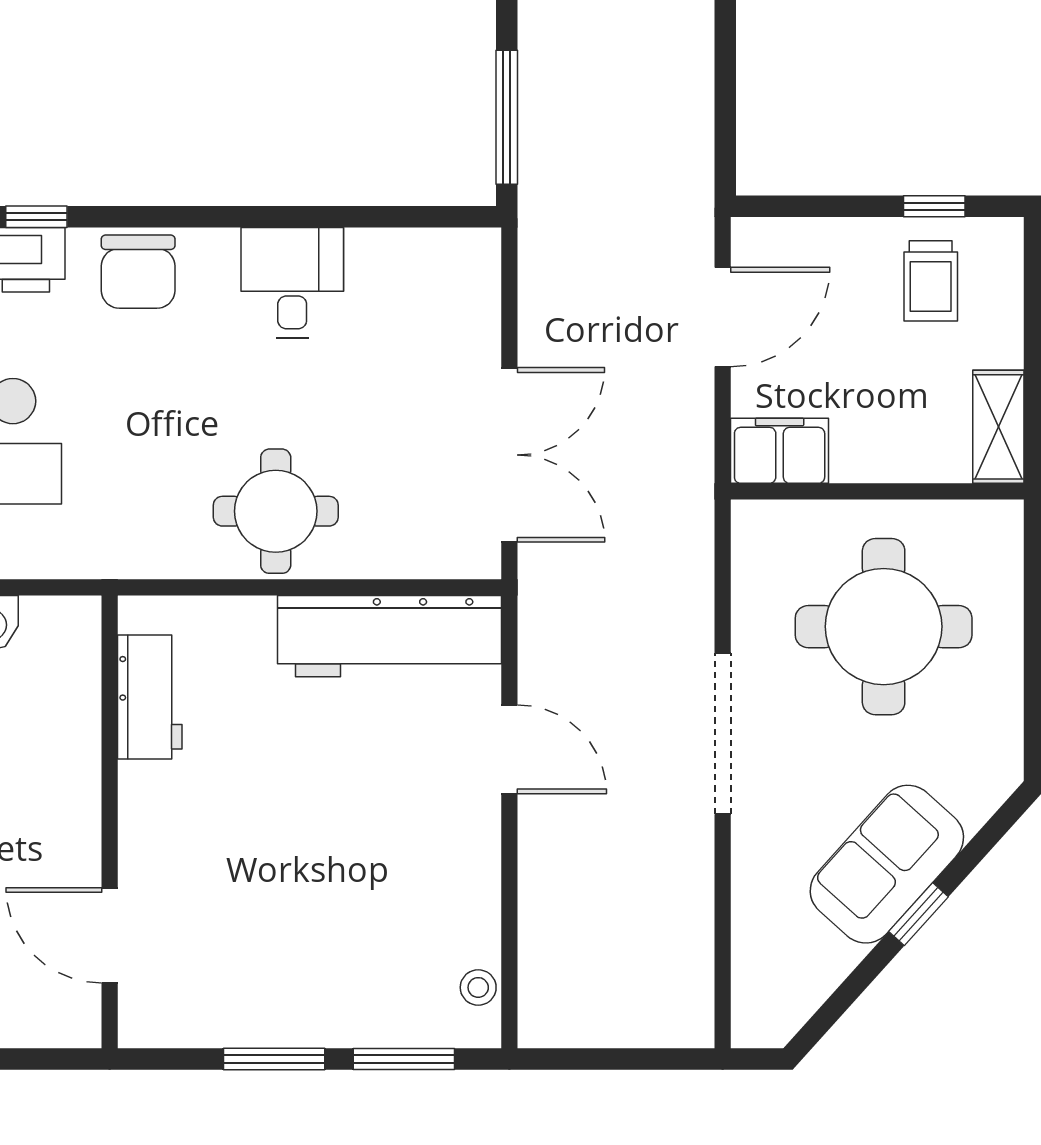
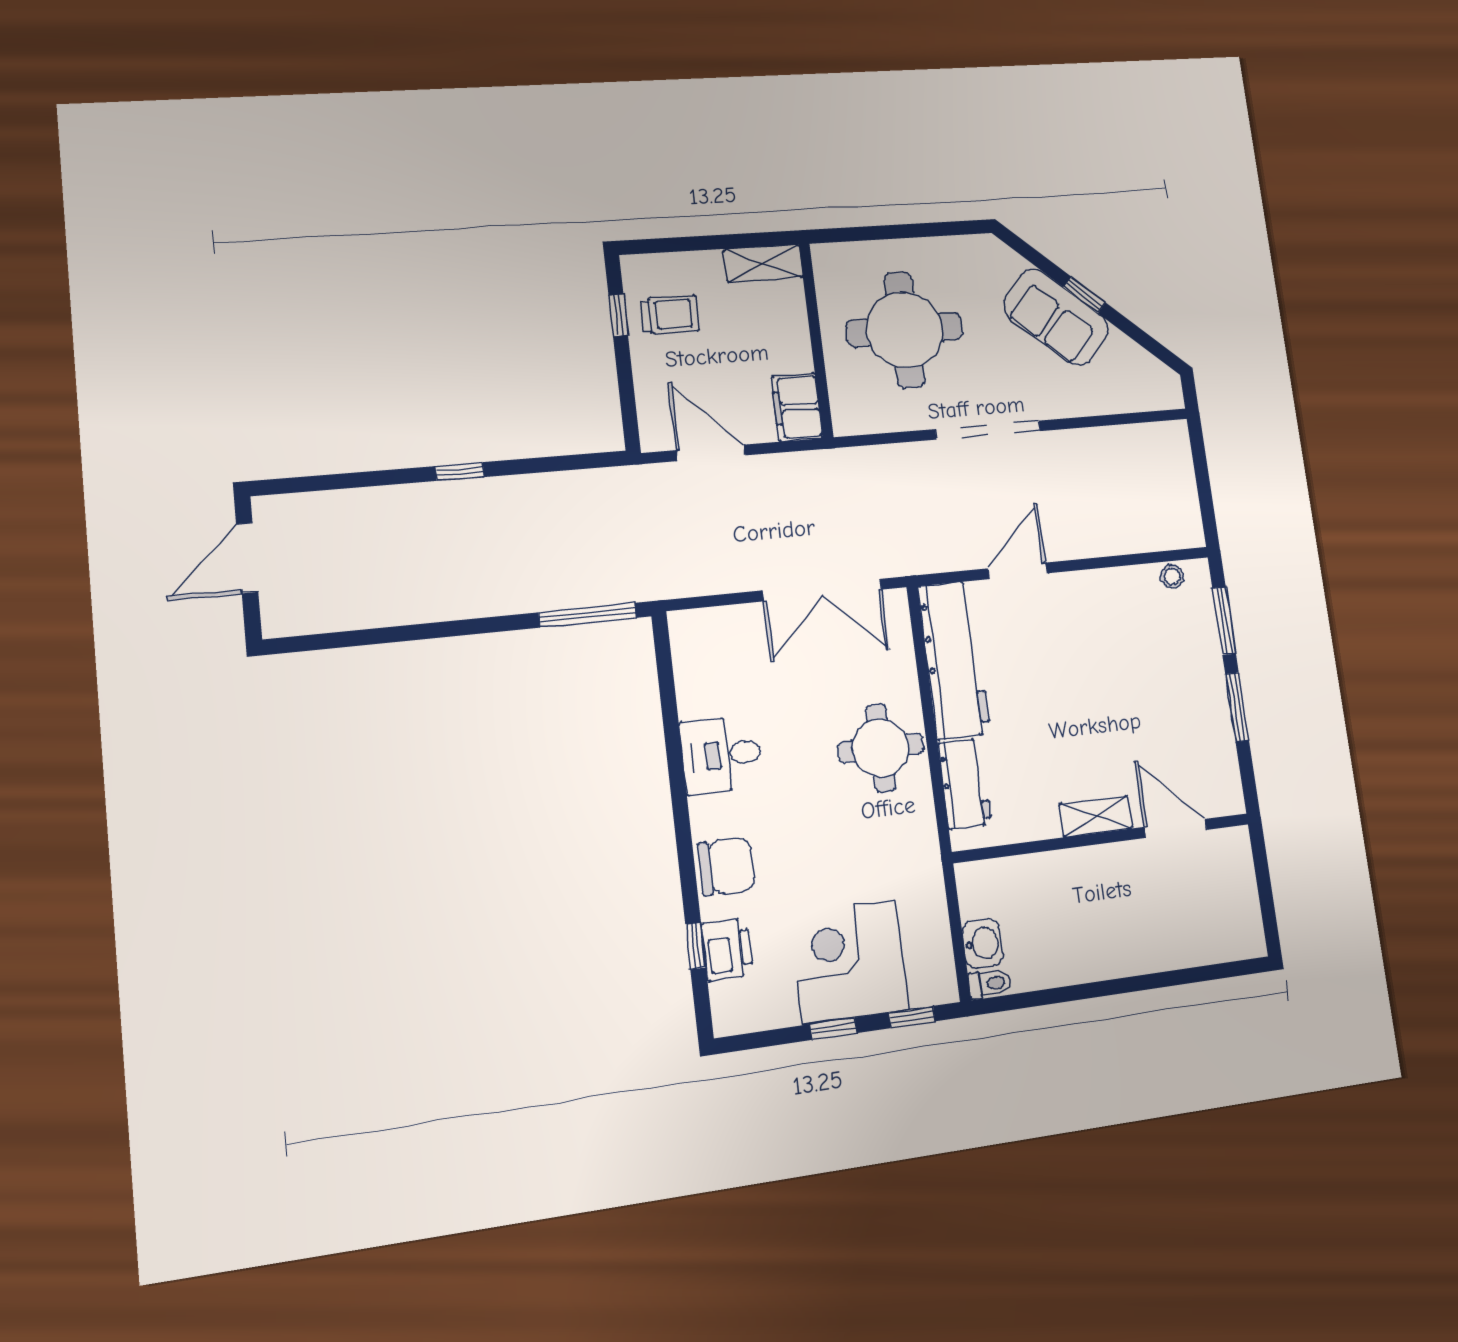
double door: (509, 455) -> (822, 590), swing flipped
workbench: (150, 697) -> (965, 784), moved, turned 90
shelving: (141, 816) -> (1096, 816), added
door: (110, 935) -> (1176, 828), swing flipped

